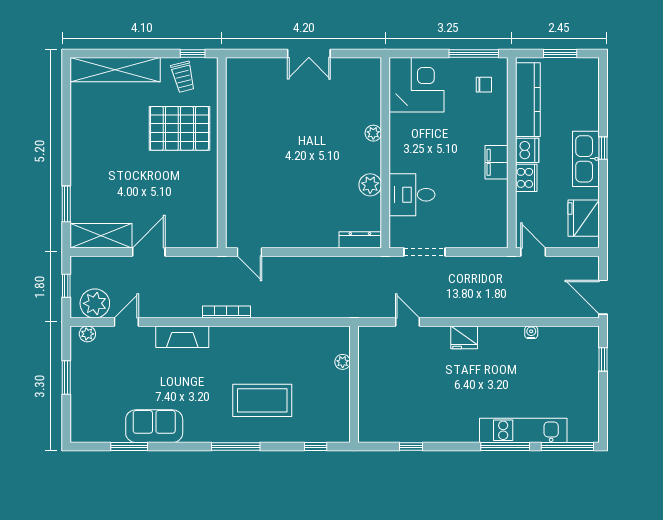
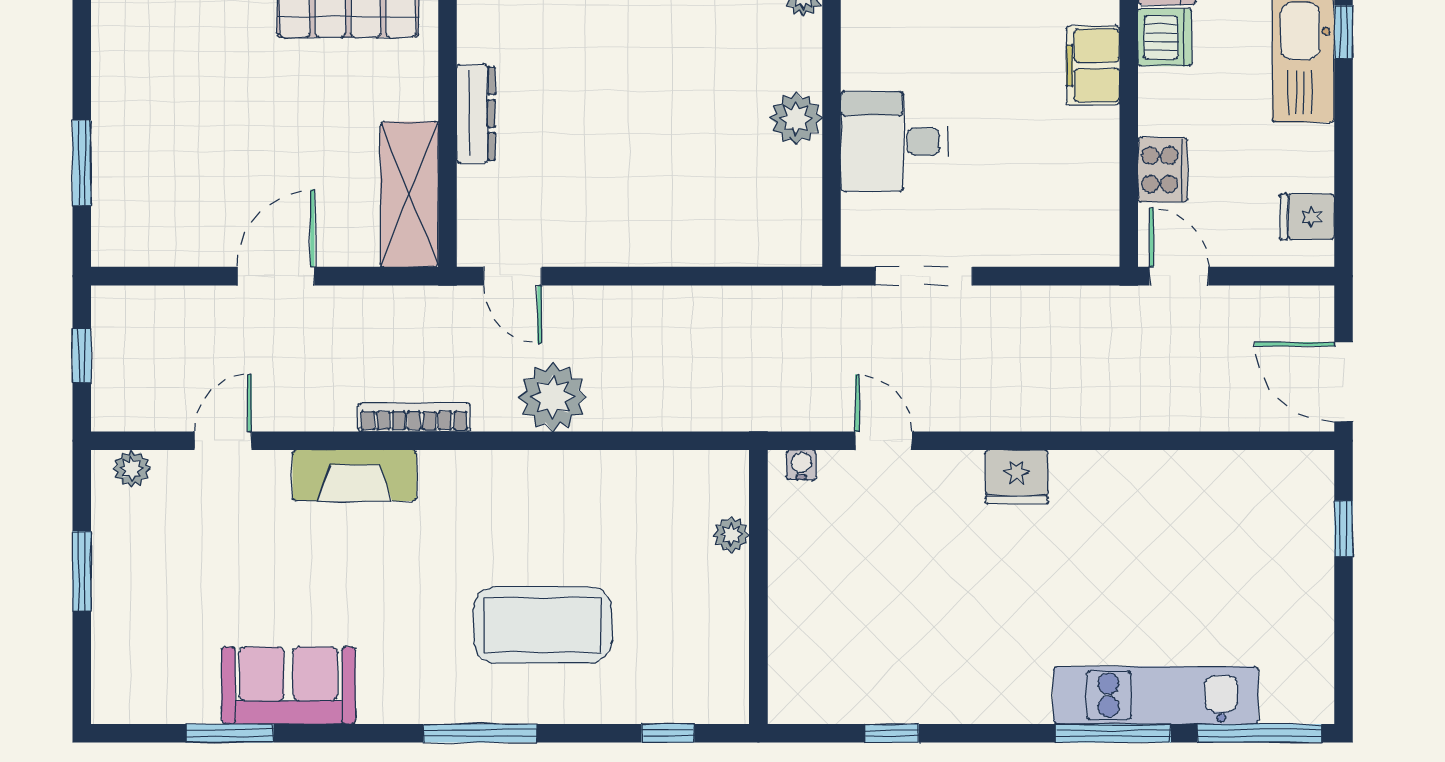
cooker: (526, 178) -> (1163, 170), moved
fridge: (584, 218) -> (1307, 217), width x0.53, depth x0.75
shelving: (101, 236) -> (409, 194), moved, turned 90
dresser: (360, 240) -> (476, 114), moved, turned 90
plant: (95, 303) -> (553, 397), moved
bookcase: (226, 312) -> (414, 417), moved
water cooler: (531, 332) -> (801, 465), moved

